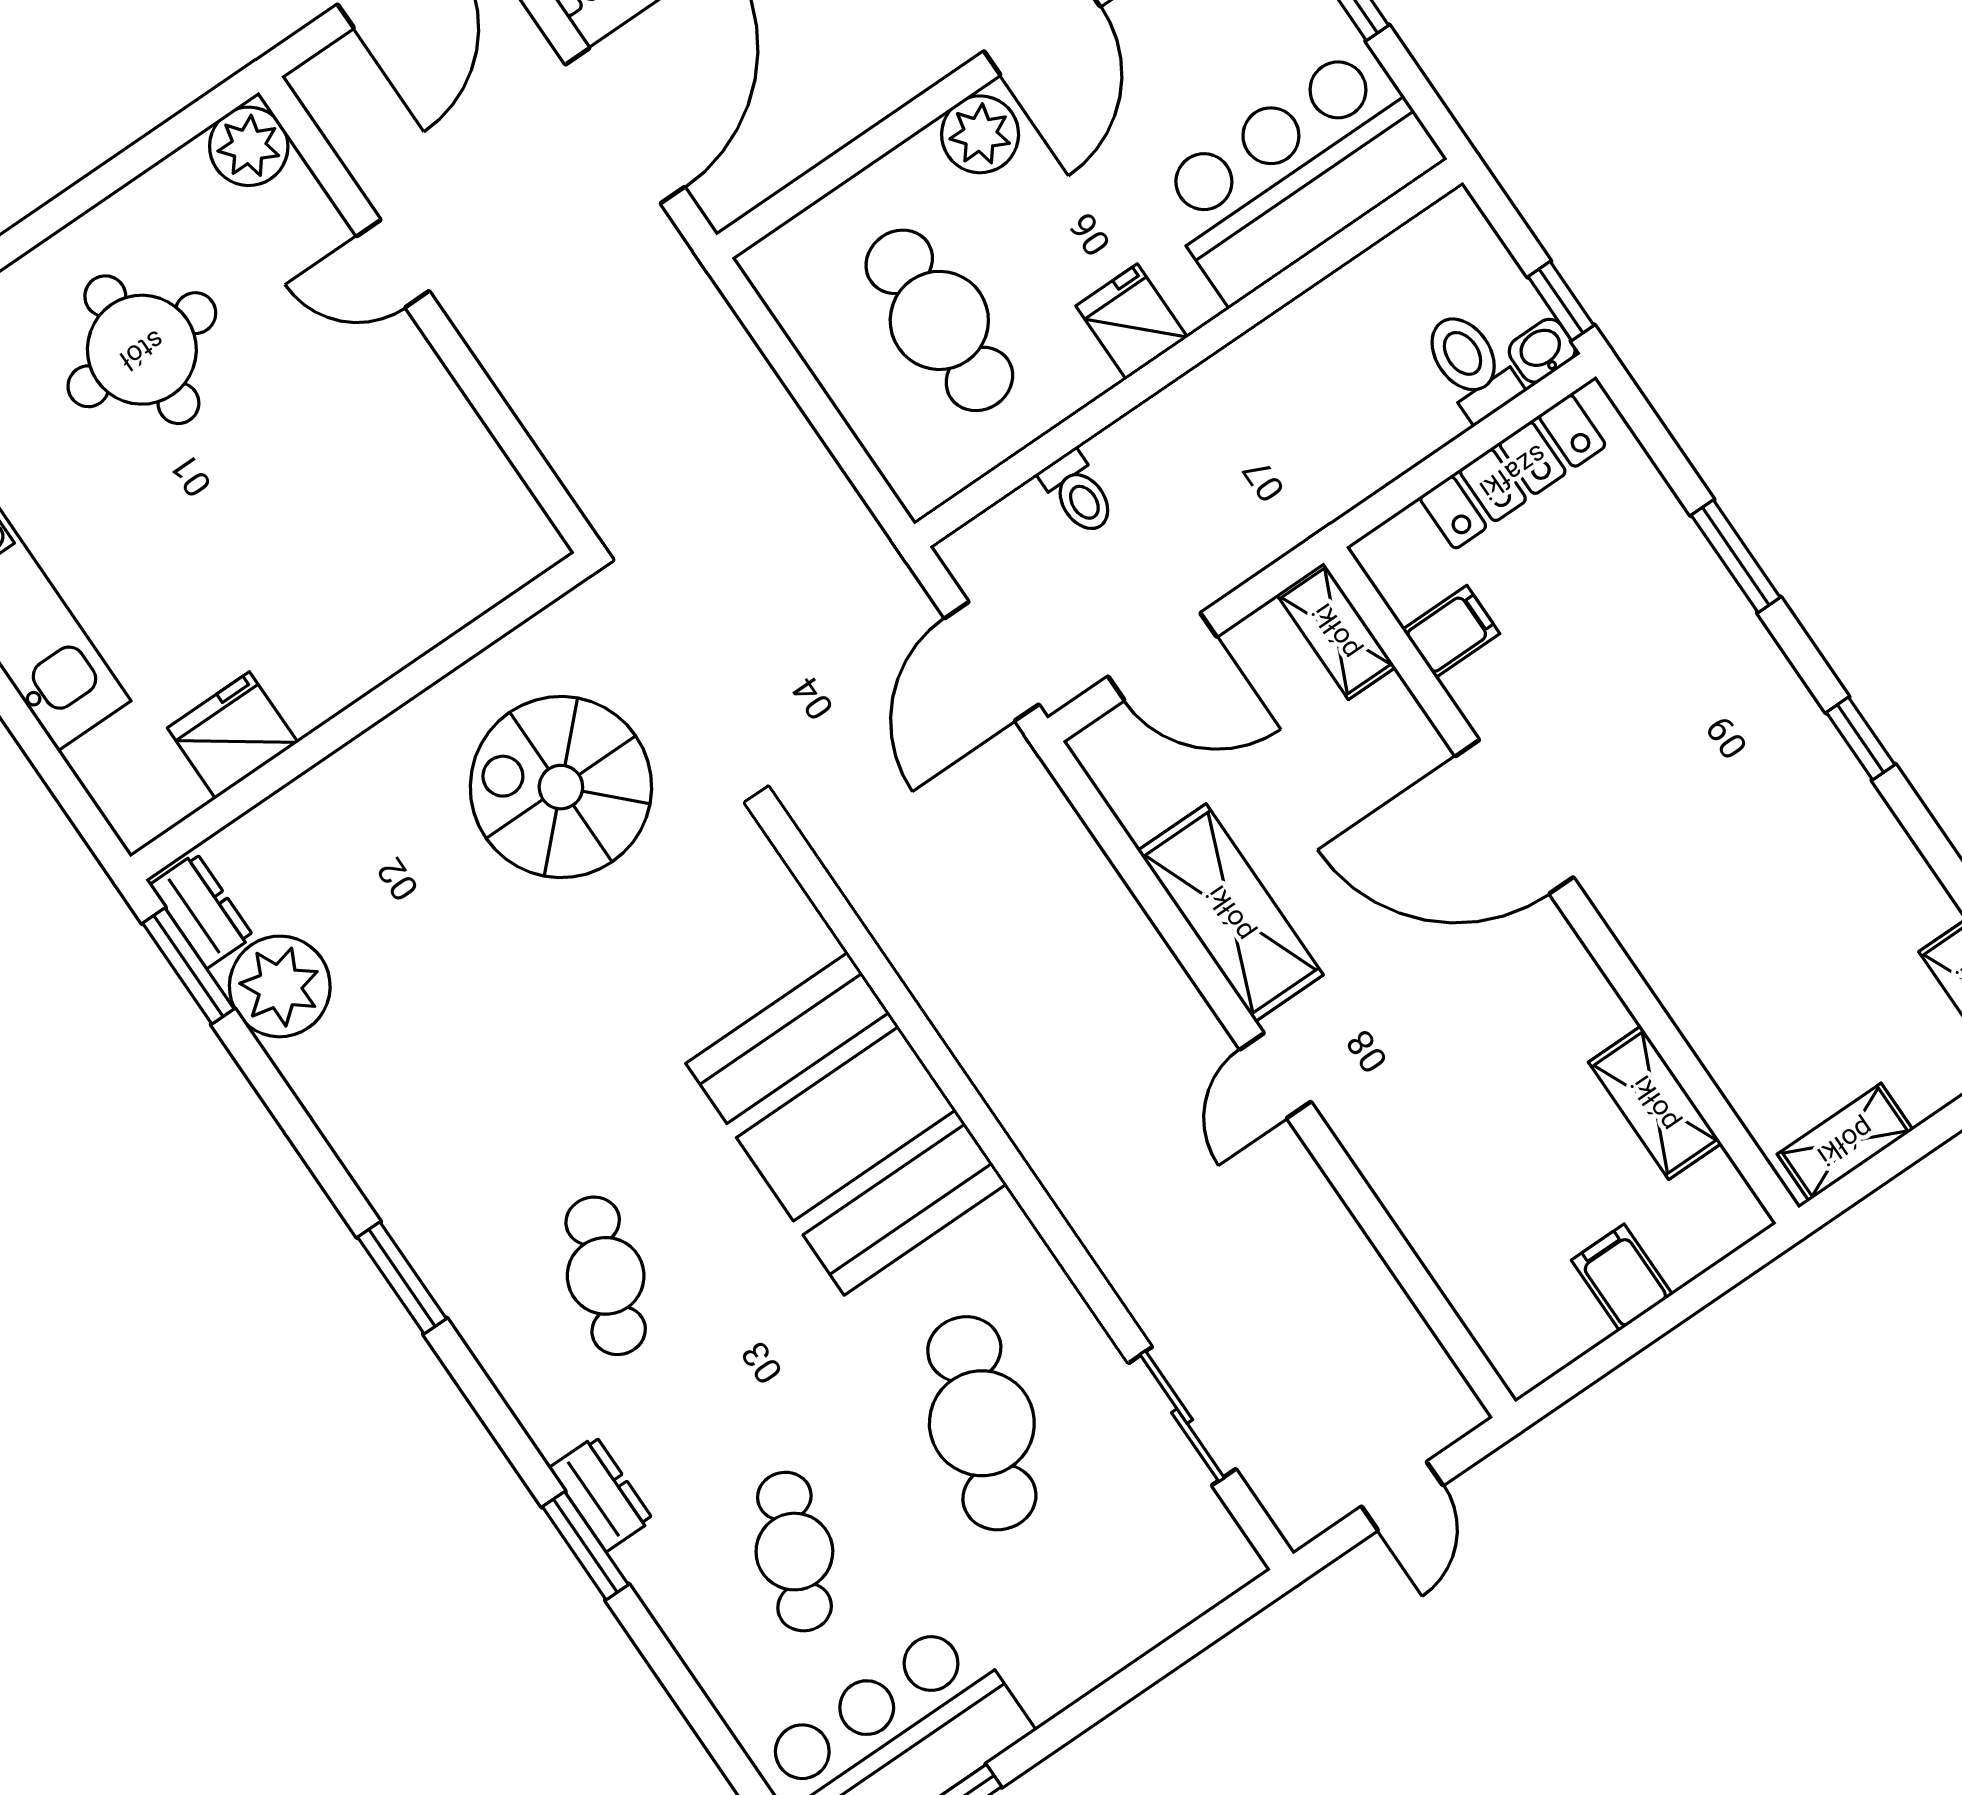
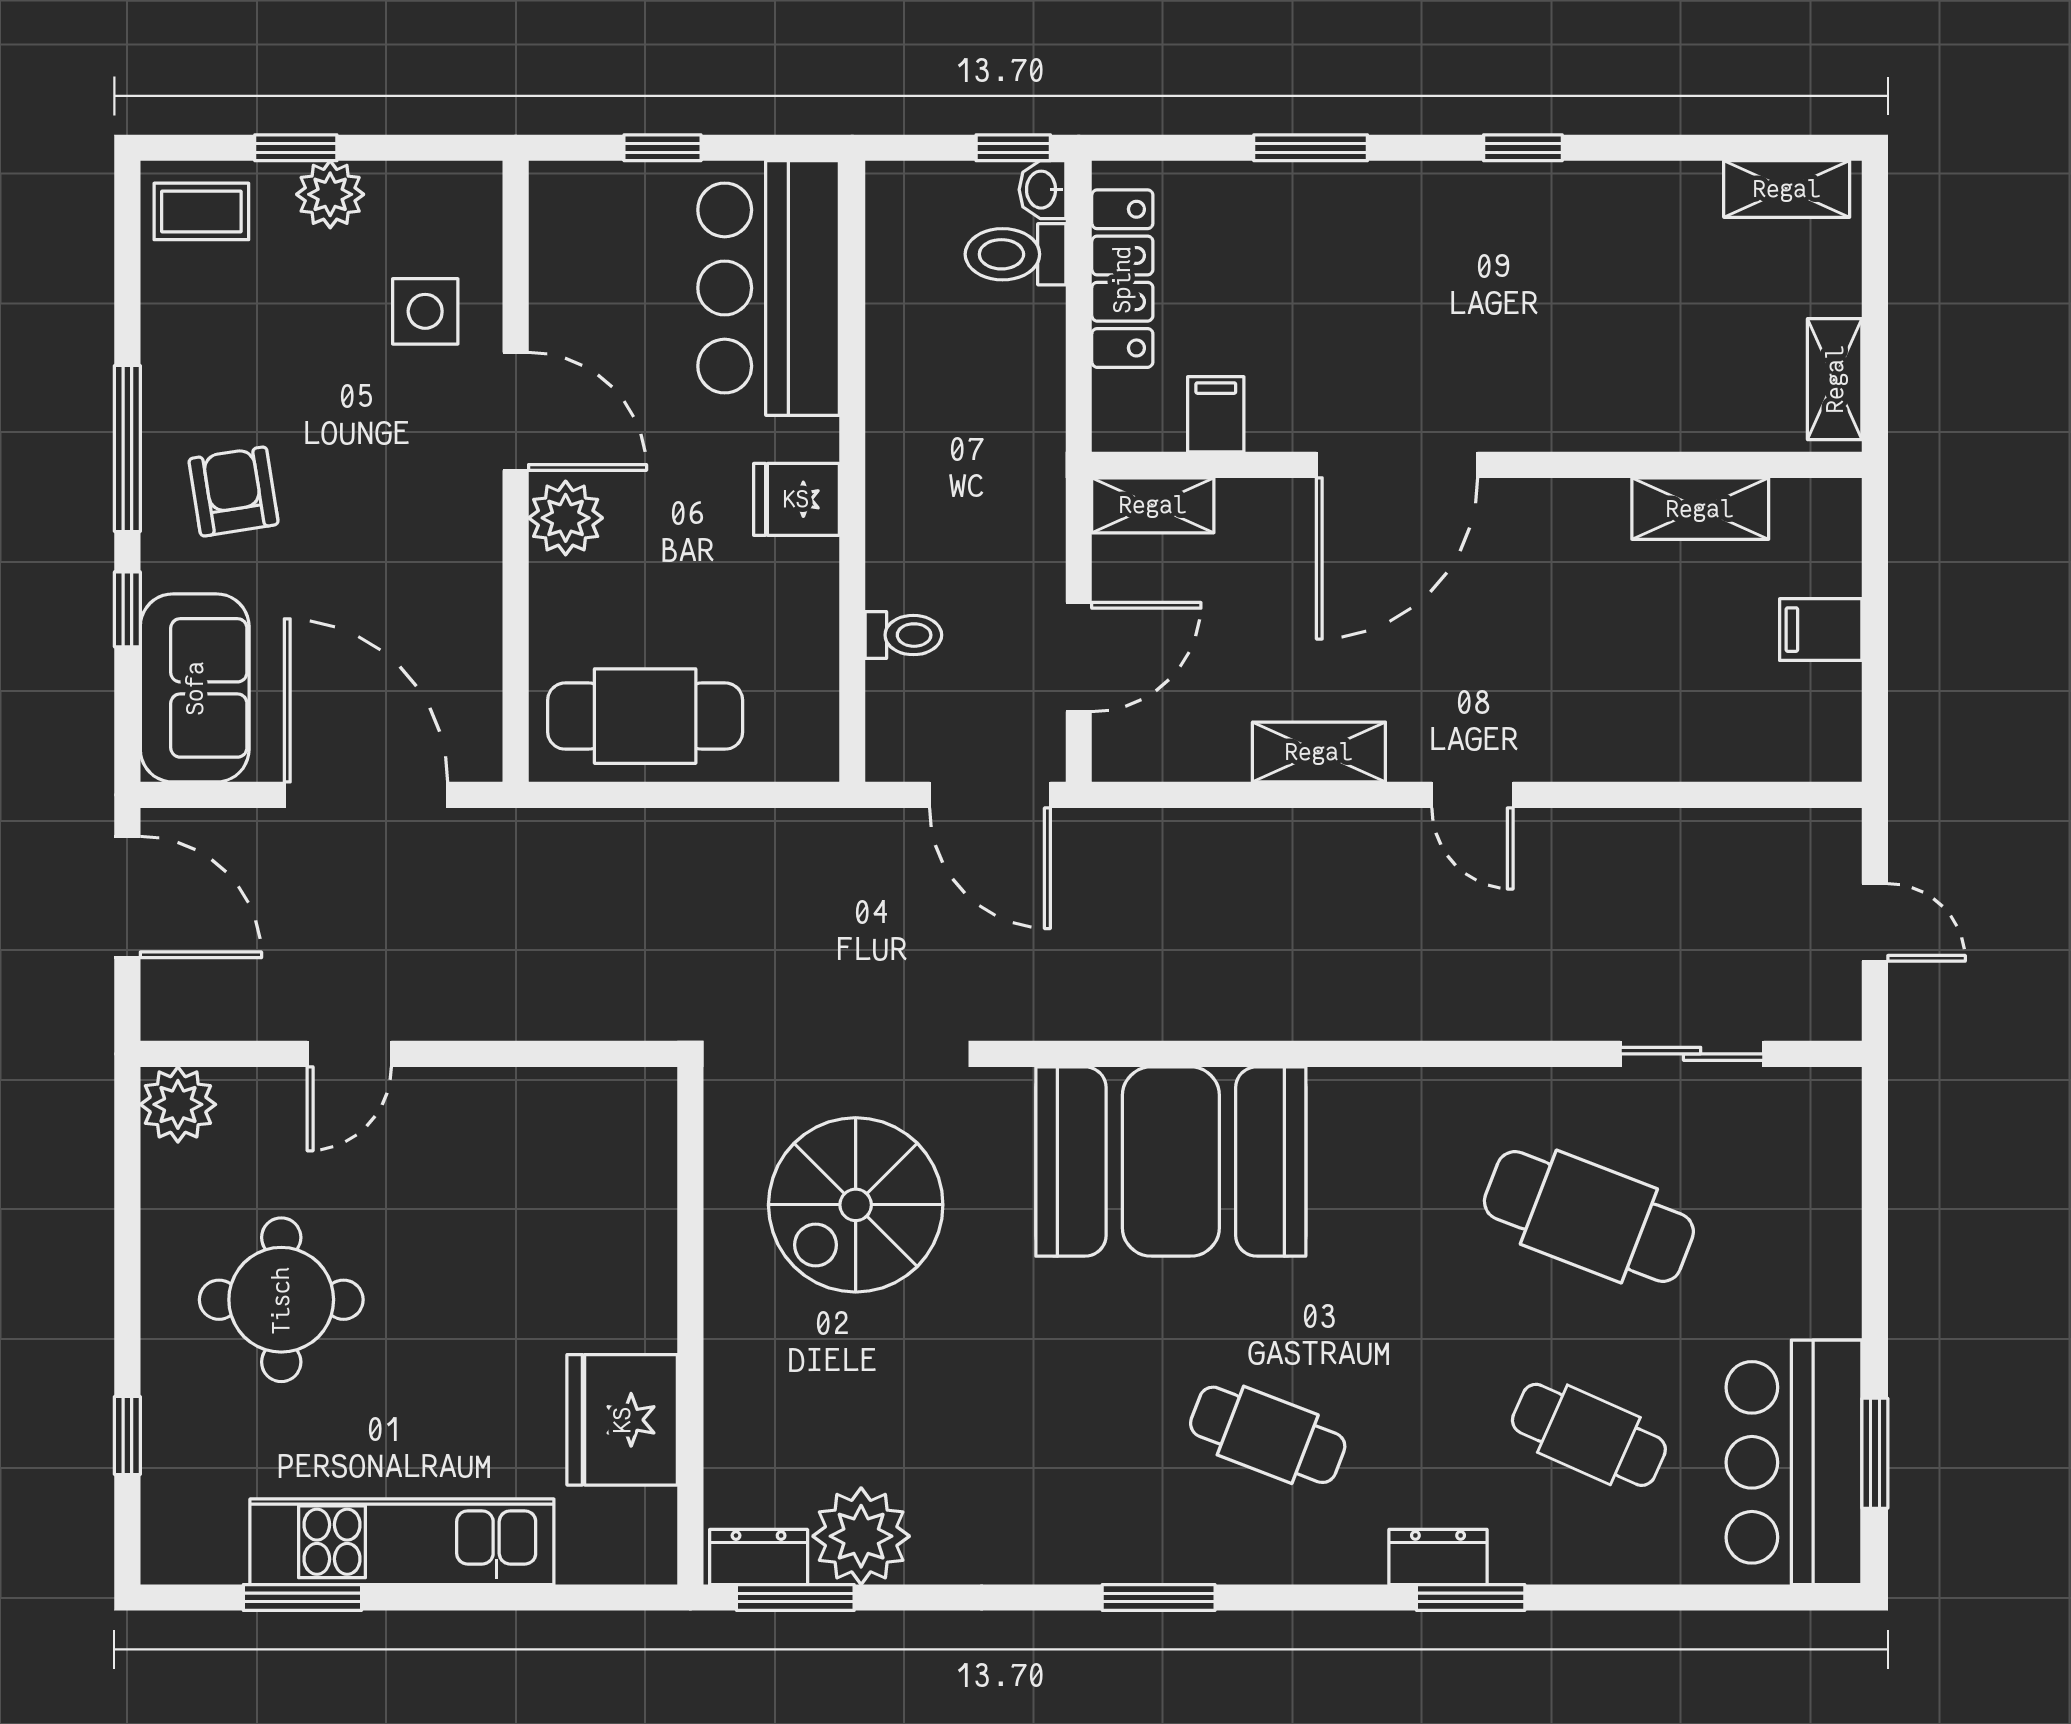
cafe table: (939, 320) -> (645, 716), moved
fridge: (233, 735) -> (622, 1420), width x1.36, depth x1.34
shelving: (1230, 913) -> (1319, 752), width x0.67, depth x0.75
booth: (846, 1124) -> (1171, 1161), moved

